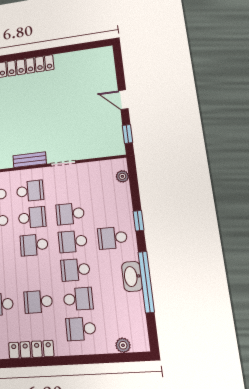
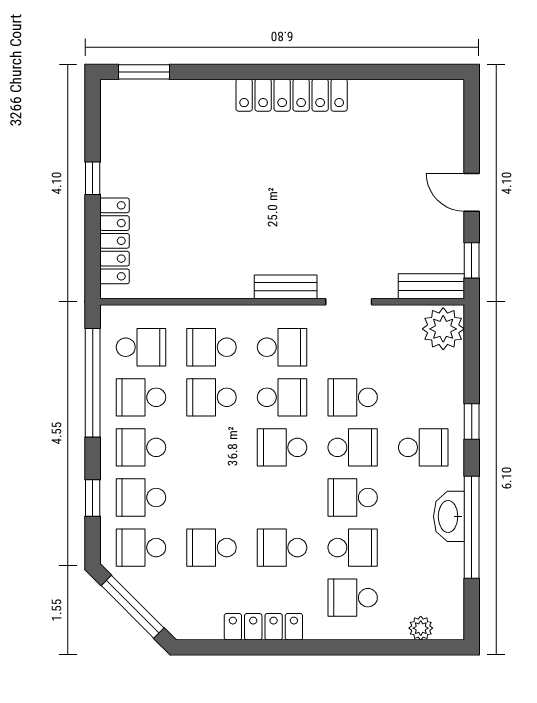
bench: (107, 150) -> (431, 286), added
plant: (122, 176) -> (443, 329), width x1.88, depth x1.88
school desk: (112, 238) -> (423, 447), turned 180
school desk: (73, 241) -> (353, 447), turned 180

